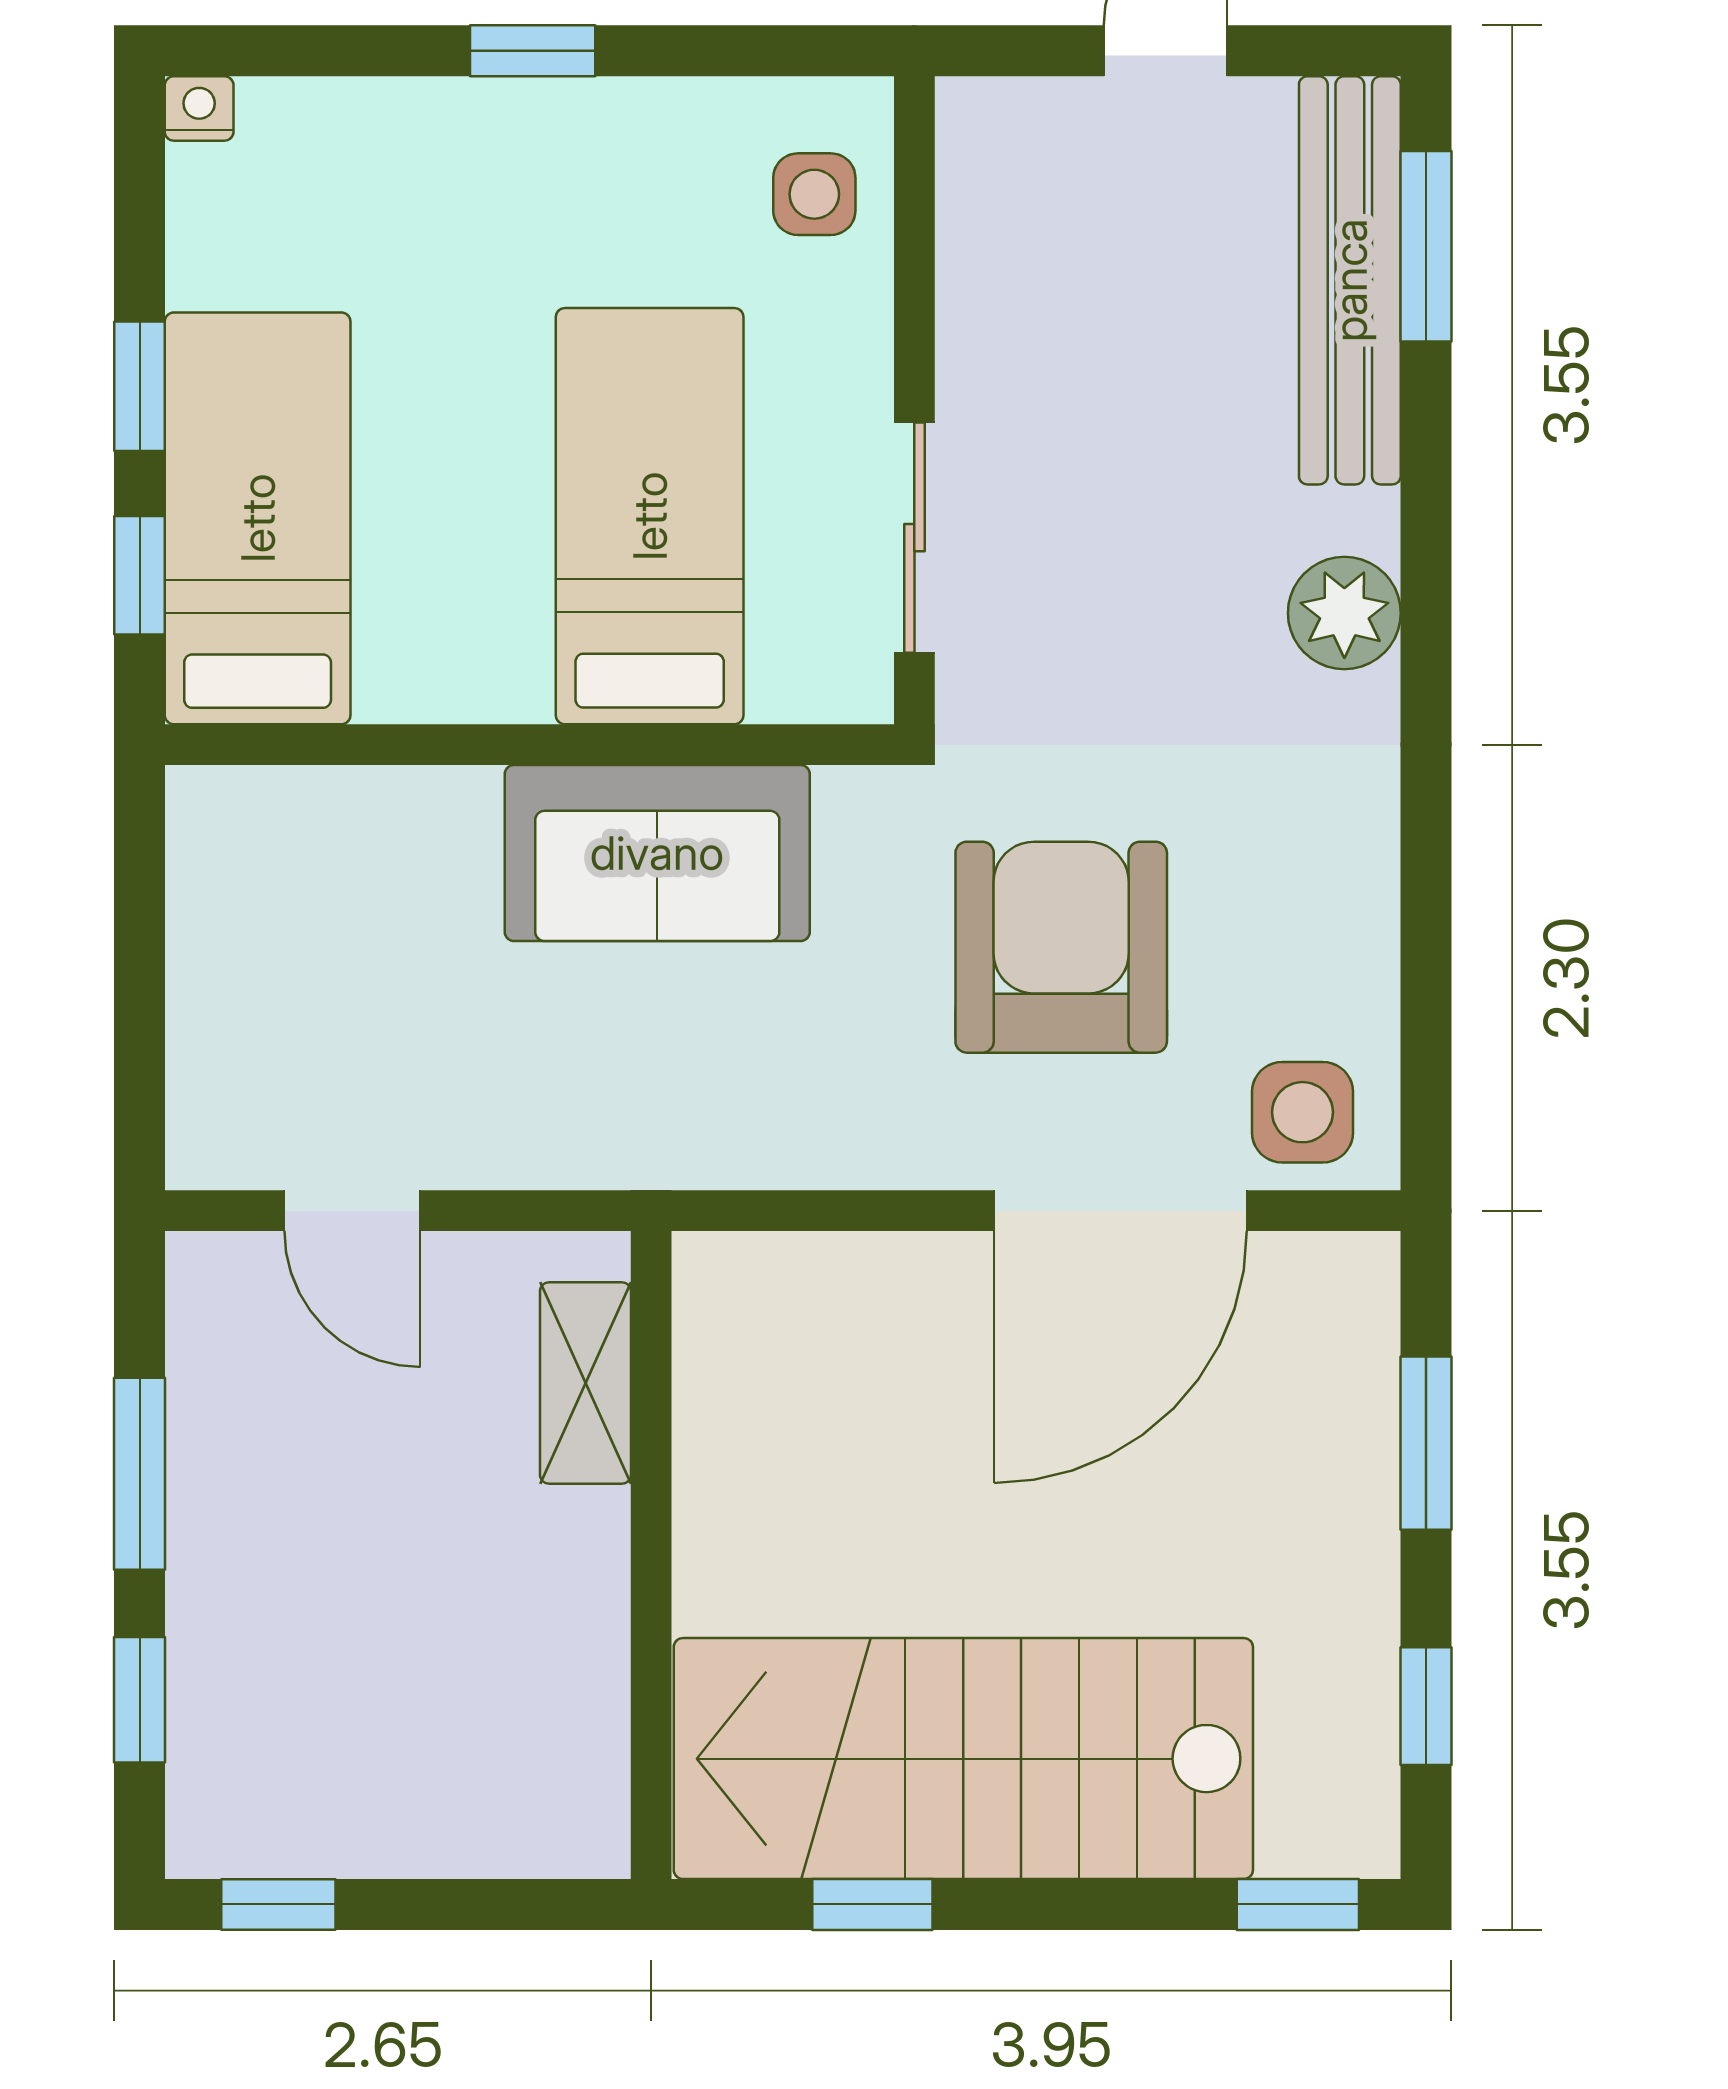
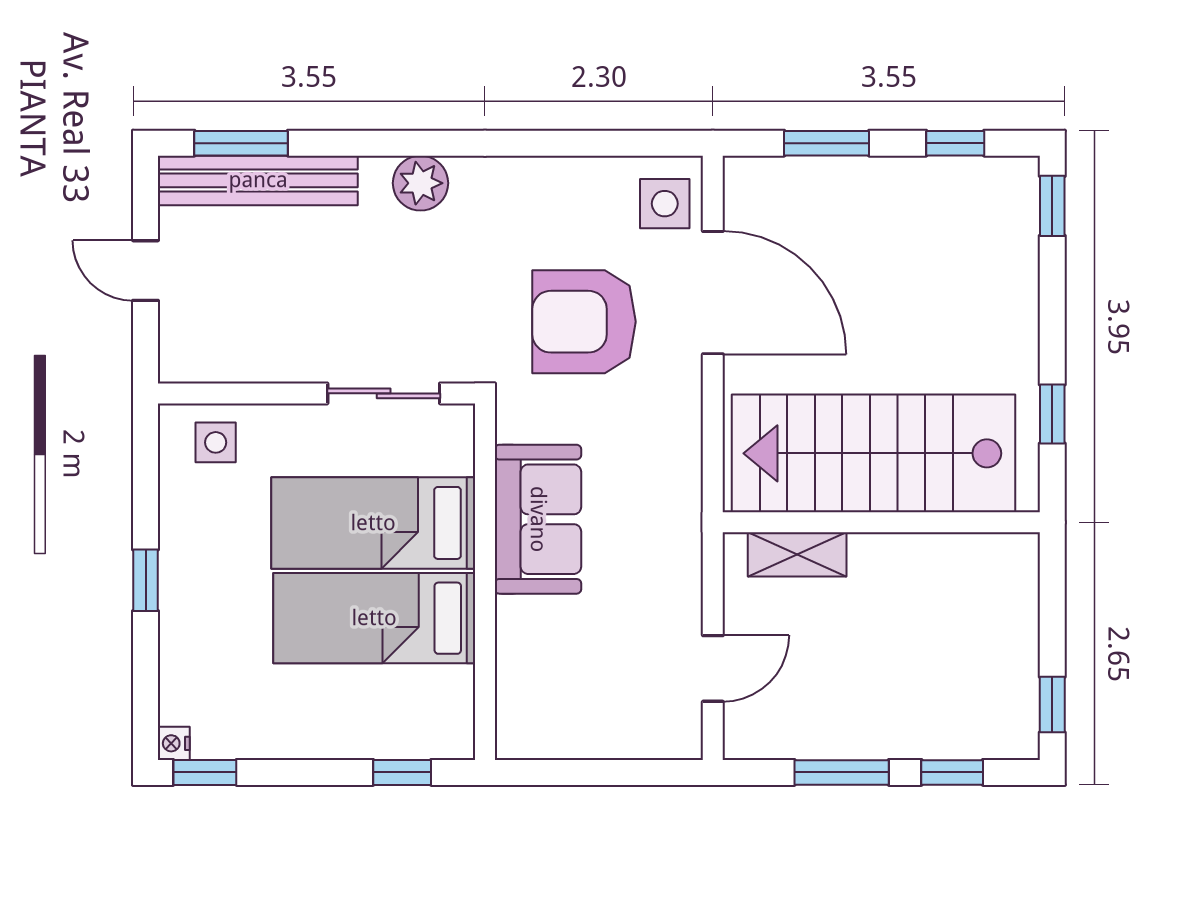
window: (140, 386) -> (205, 772), moved
bed: (258, 518) -> (374, 618), moved
stairs: (963, 1759) -> (874, 453), moved, turned 90

